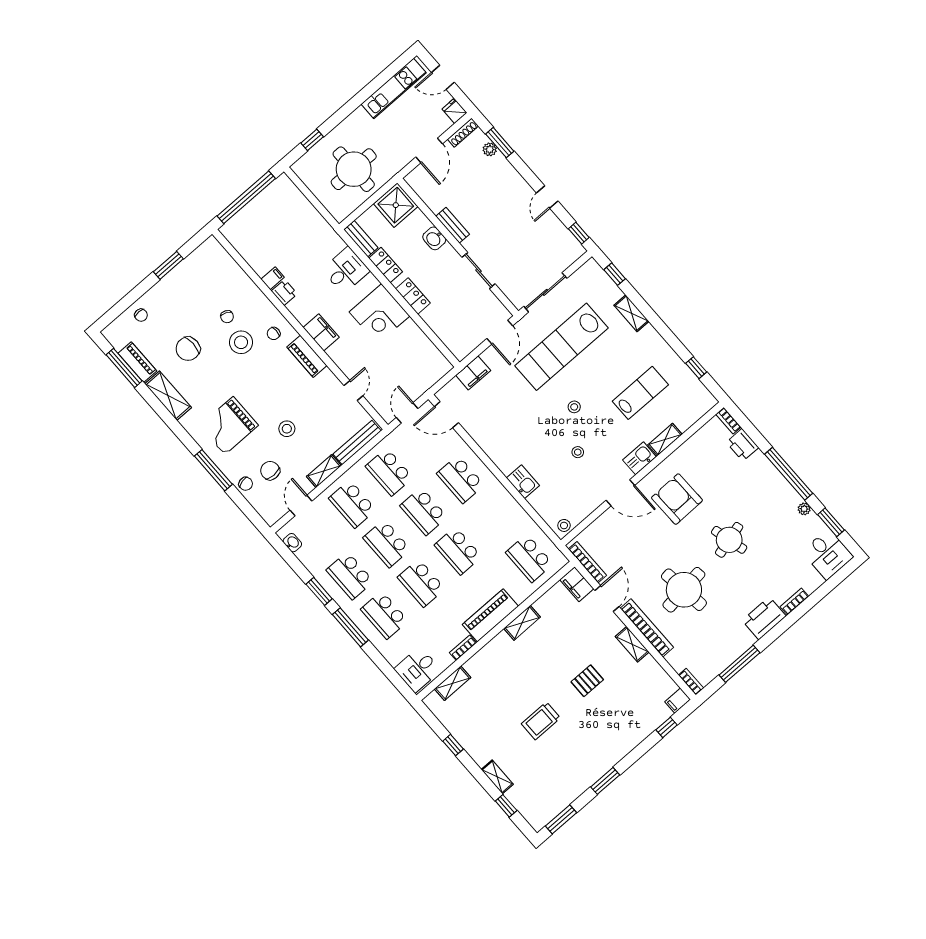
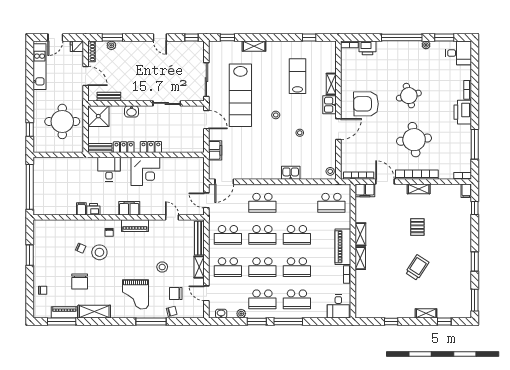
bench: (453, 225) -> (109, 97), moved
plant: (312, 566) -> (241, 314), added
shelving: (453, 683) -> (360, 258), moved
trolley: (541, 721) -> (417, 267), turned -147

